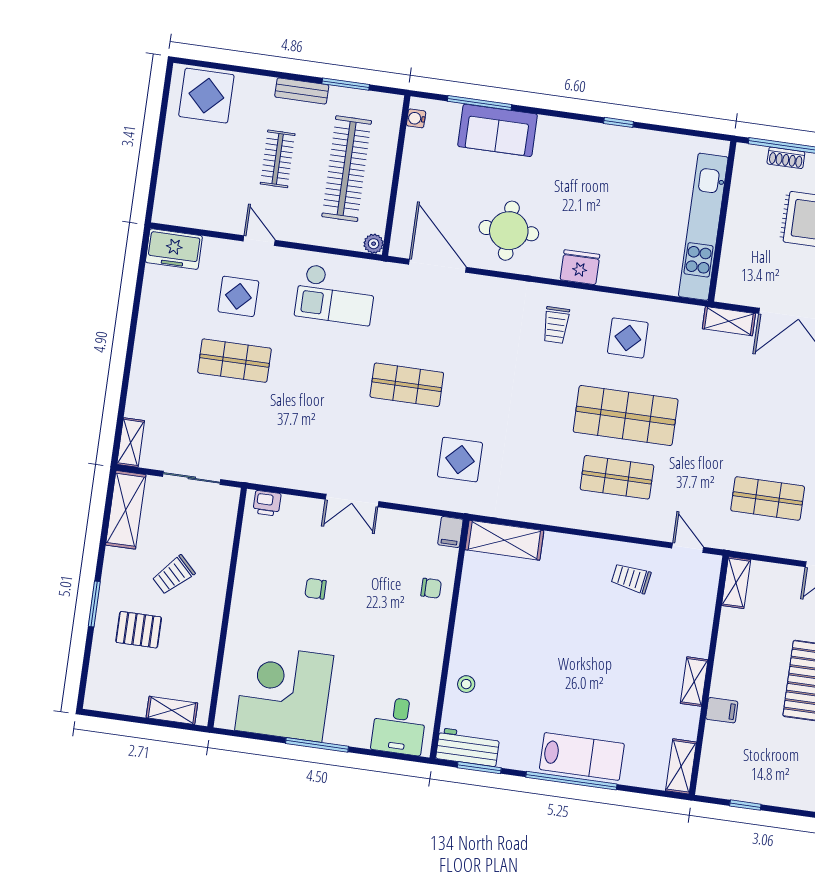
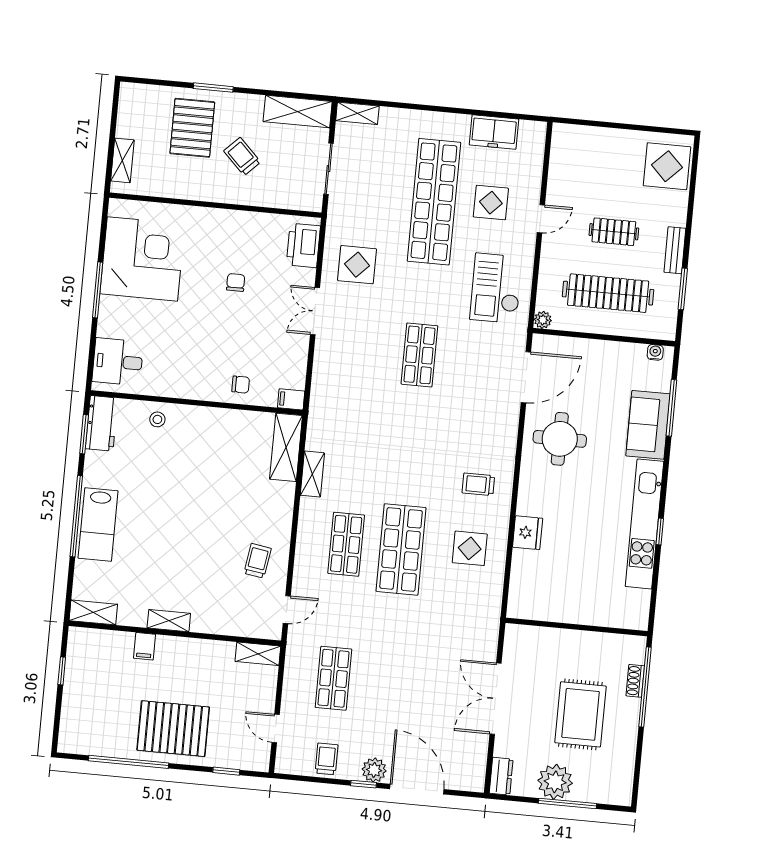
kitchen unit: (703, 227) -> (644, 524), moved, turned -90
freezer: (174, 249) -> (494, 132), moved, turned -90
fridge: (580, 267) -> (528, 533), moved
shelving: (729, 321) -> (312, 474), moved
shop shelf: (234, 361) -> (434, 202), width x2.00, depth x1.36
display table: (460, 460) -> (357, 265), moved
printer: (267, 503) -> (303, 245), width x1.87, depth x1.48
chair: (431, 588) -> (241, 385), turned -90
pallet: (139, 630) -> (192, 128), width x1.50, depth x1.42

